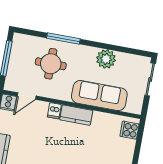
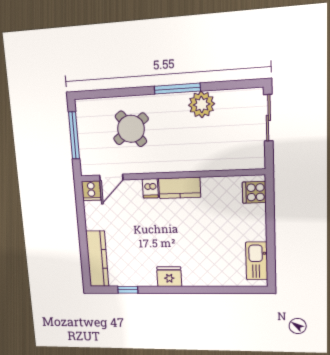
window: (63, 39) -> (177, 89), moved
round table: (51, 64) -> (131, 129), turned -37
sofa: (99, 96) -> (204, 156), removed

